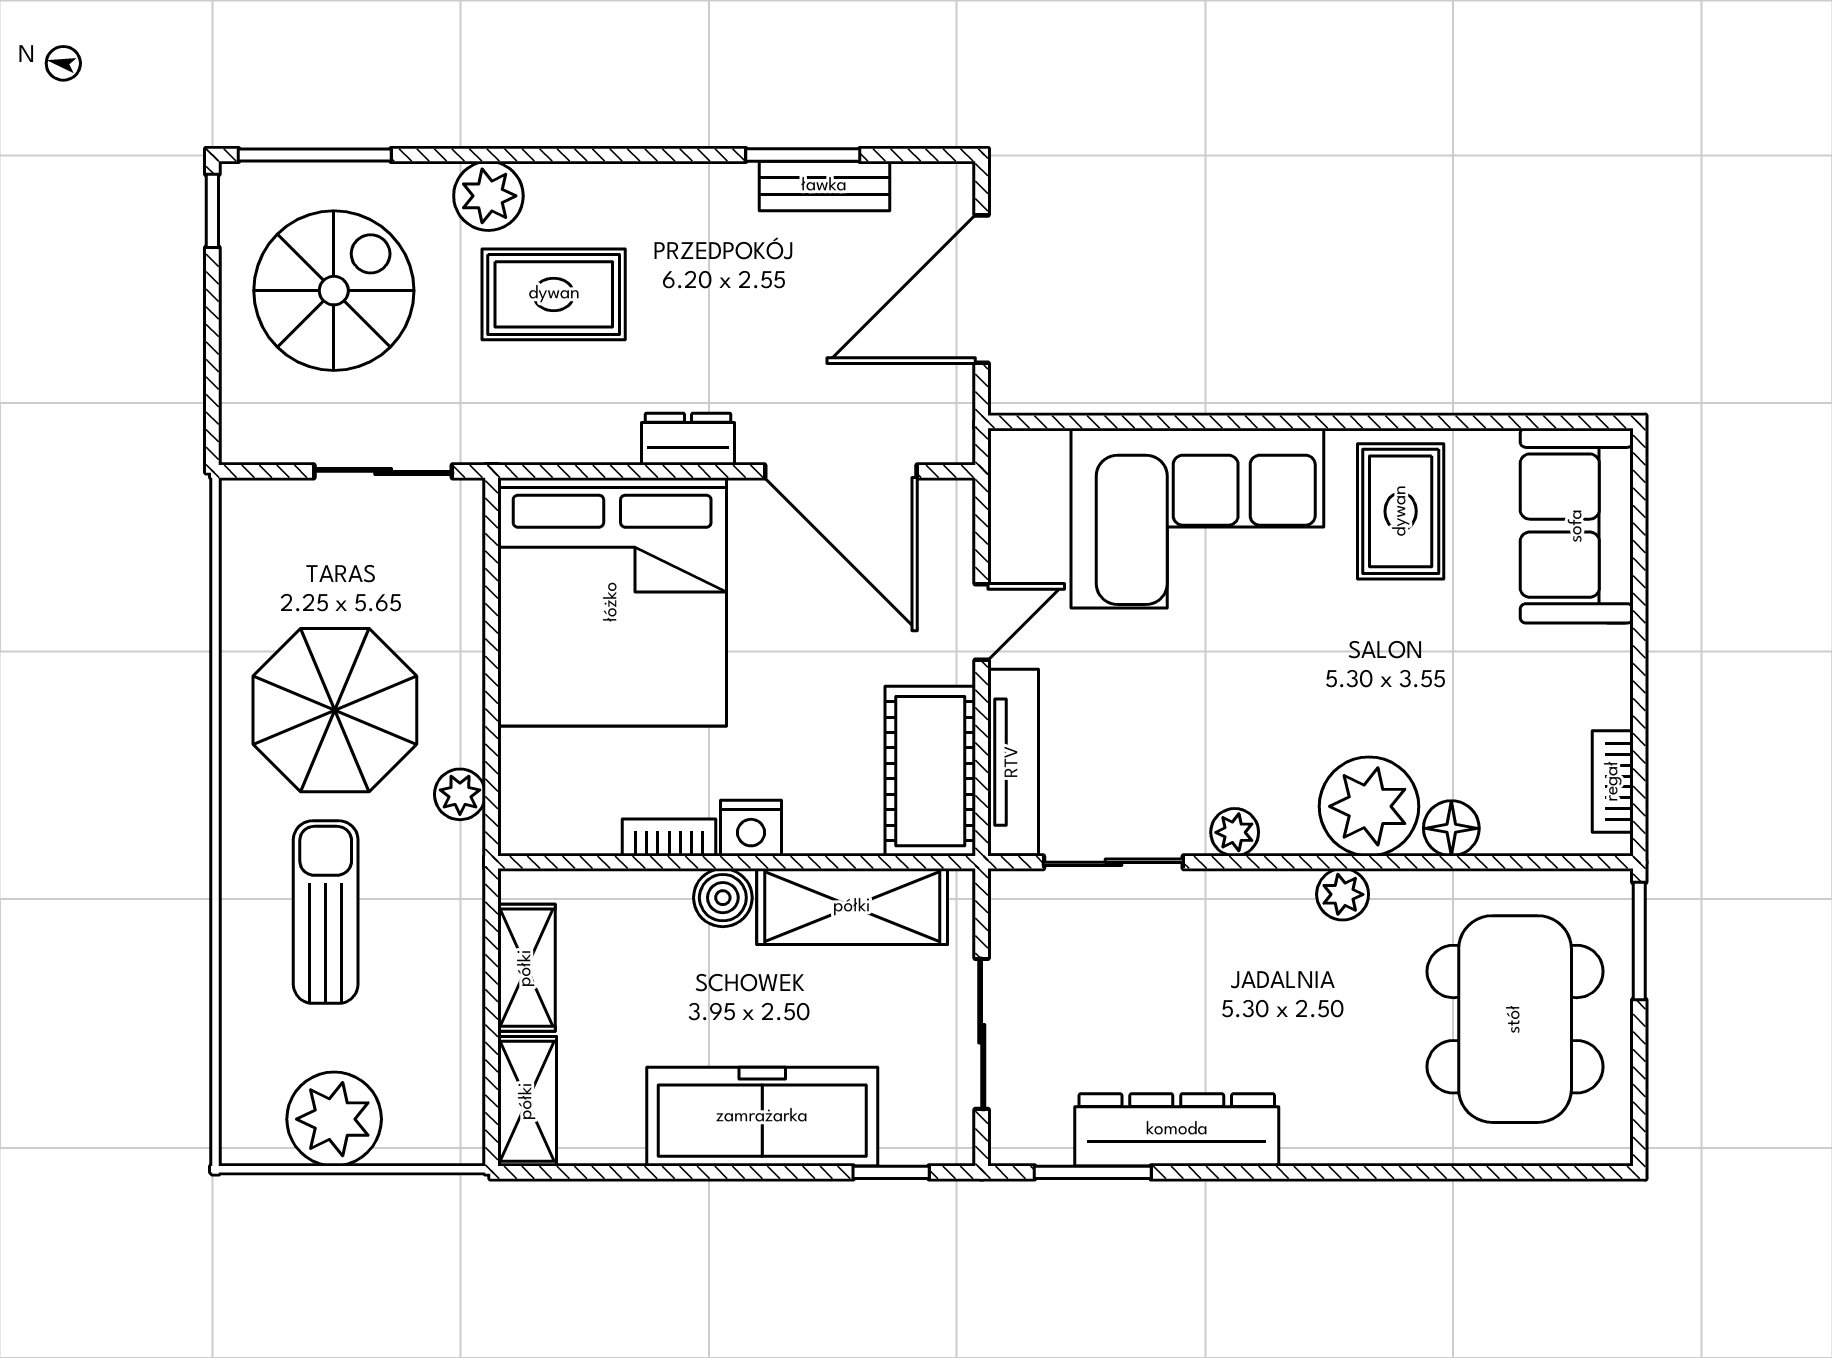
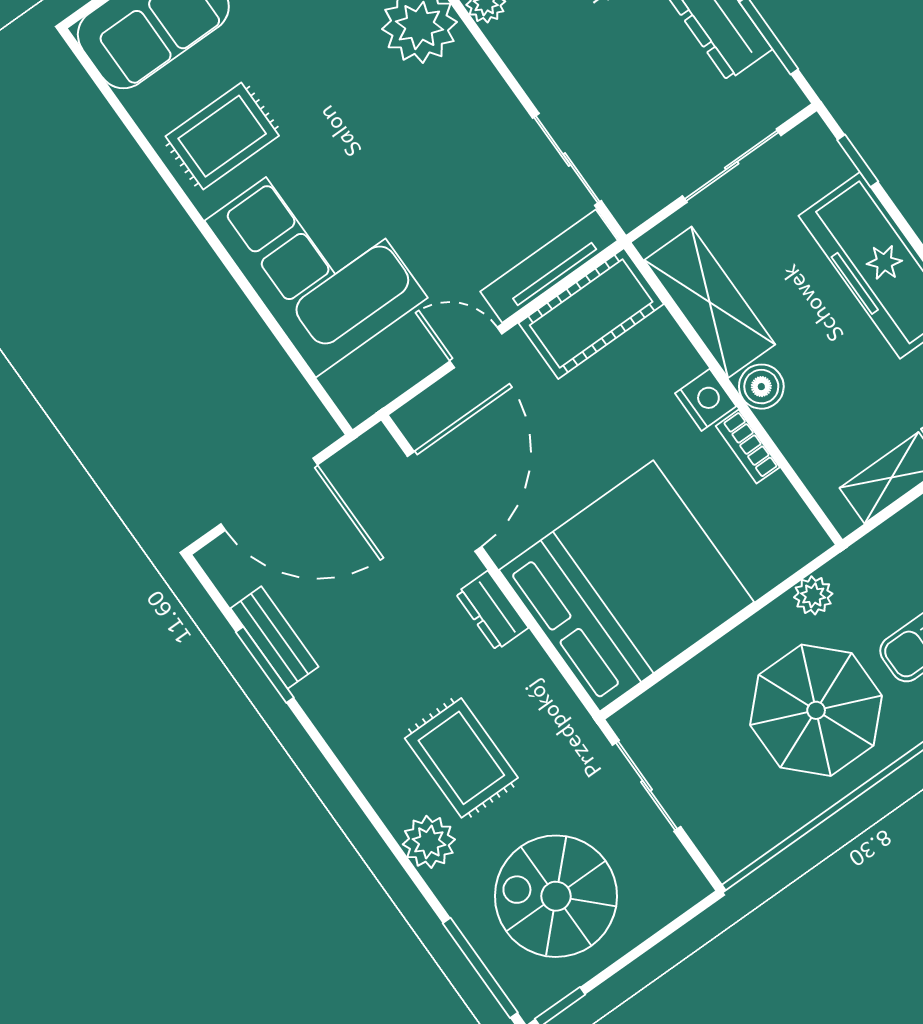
plant: (1235, 832) -> (495, 98), removed

